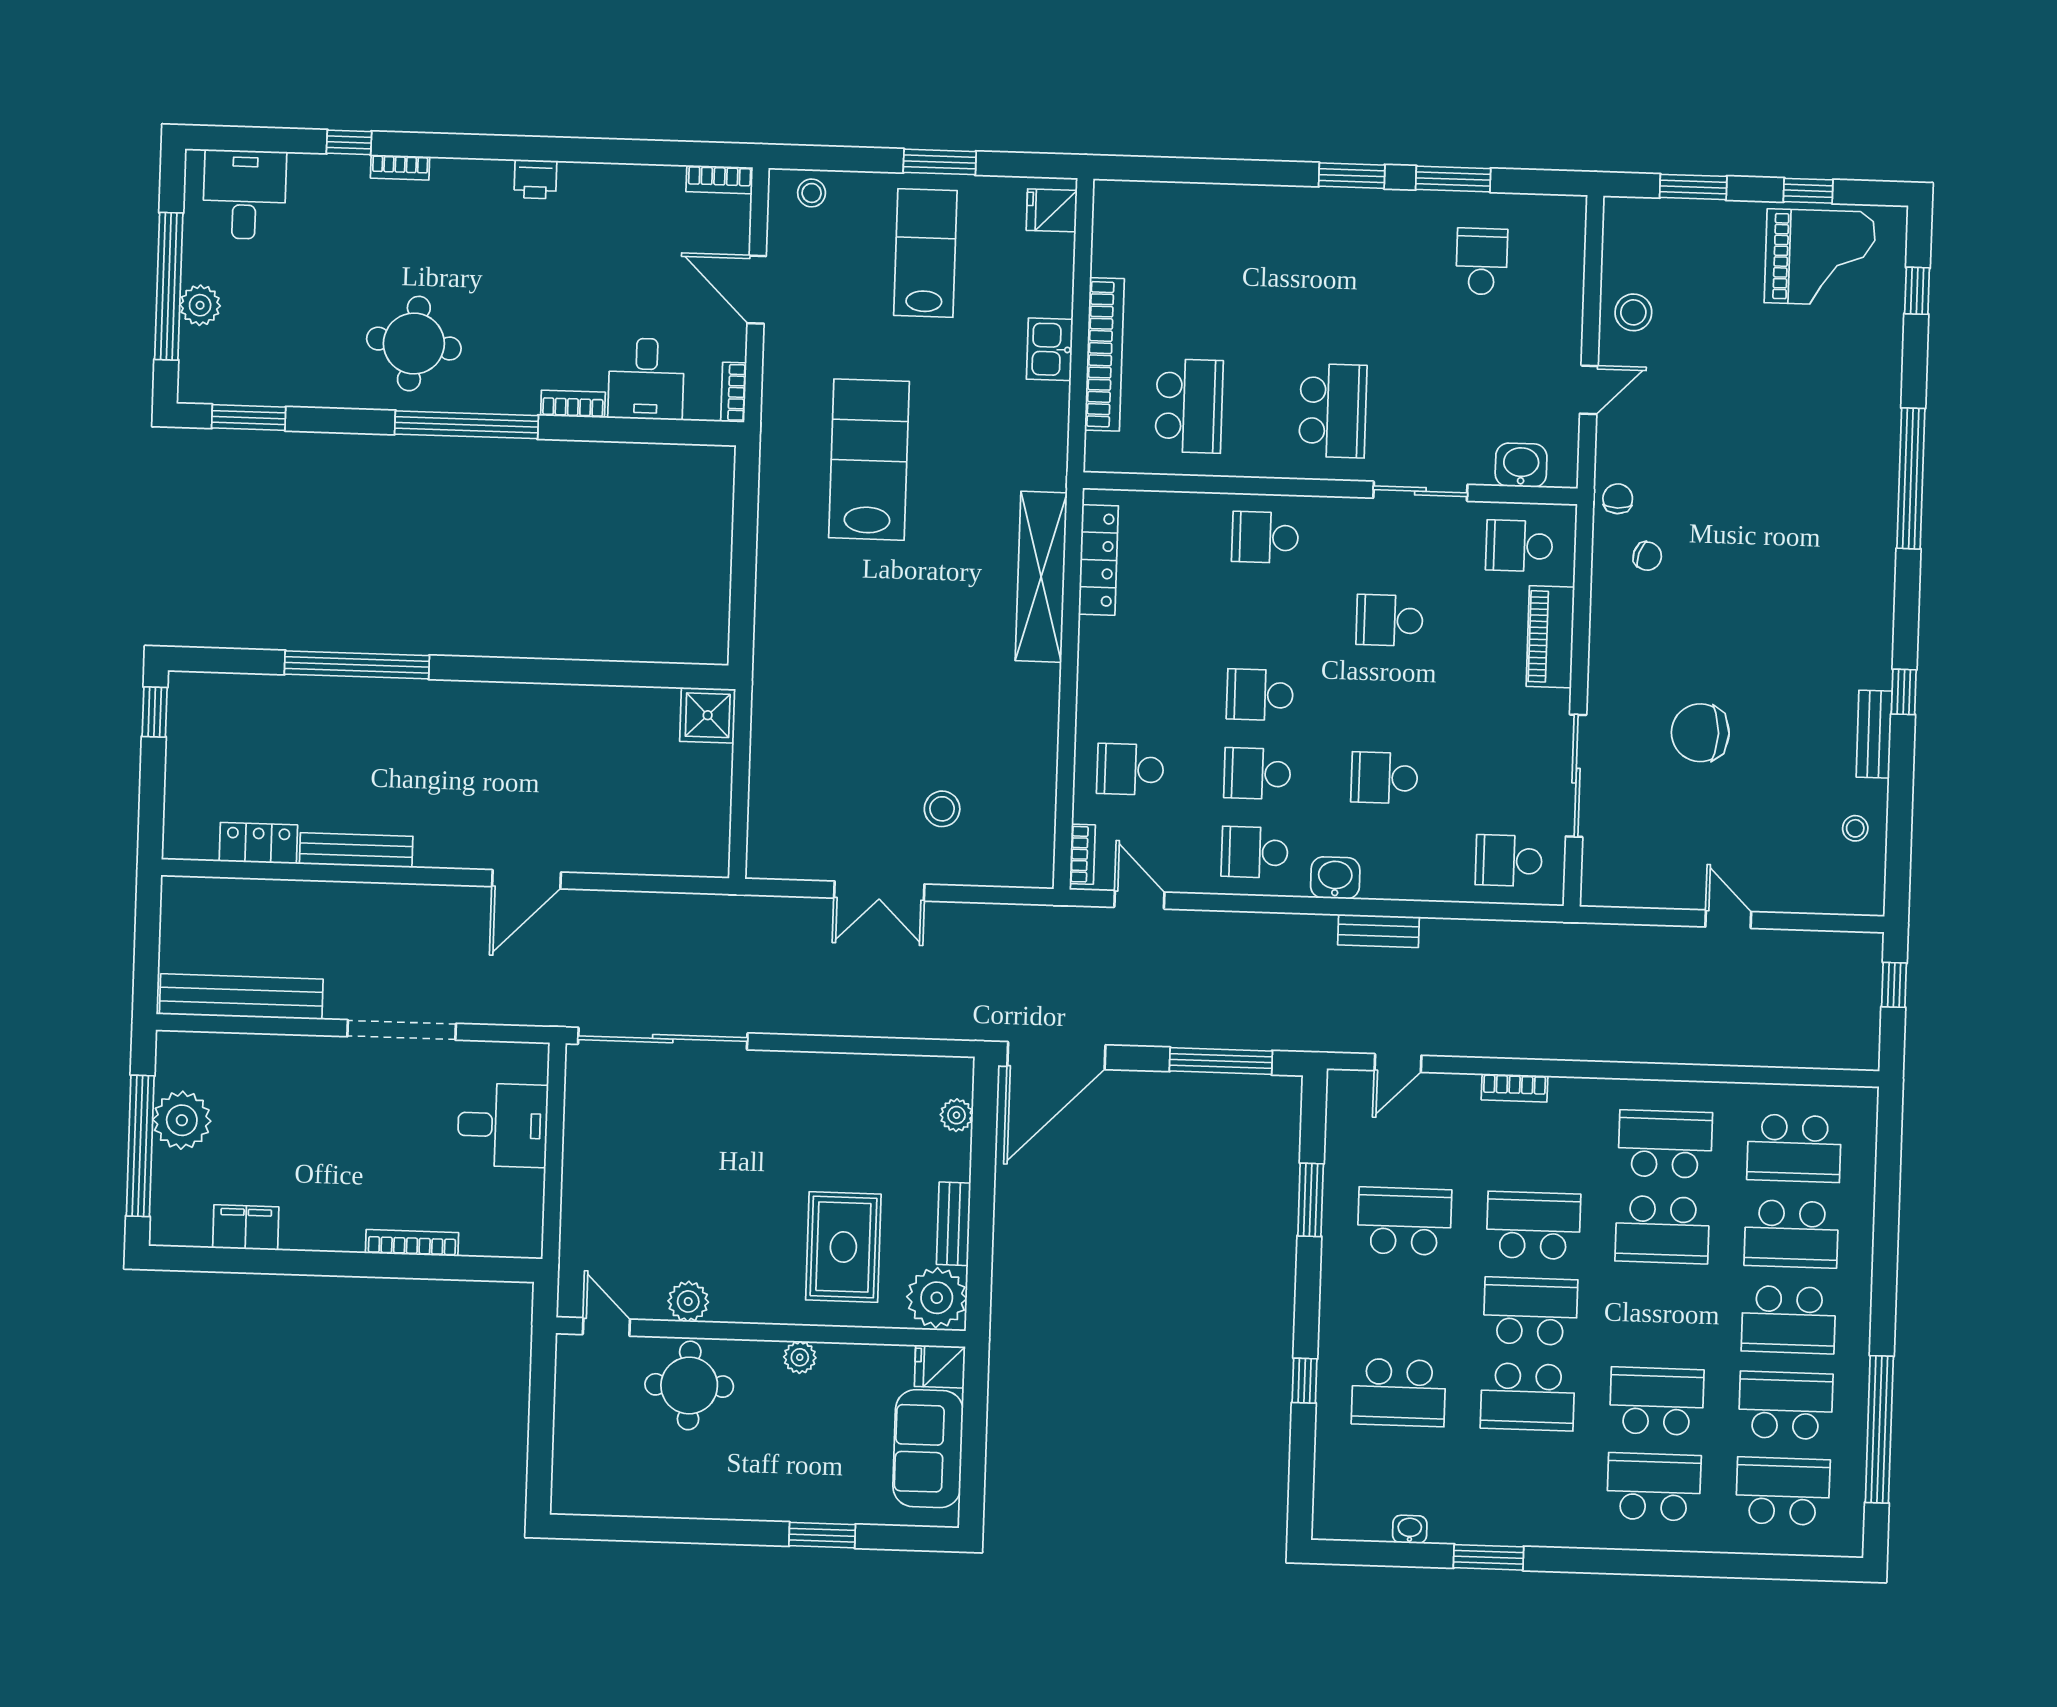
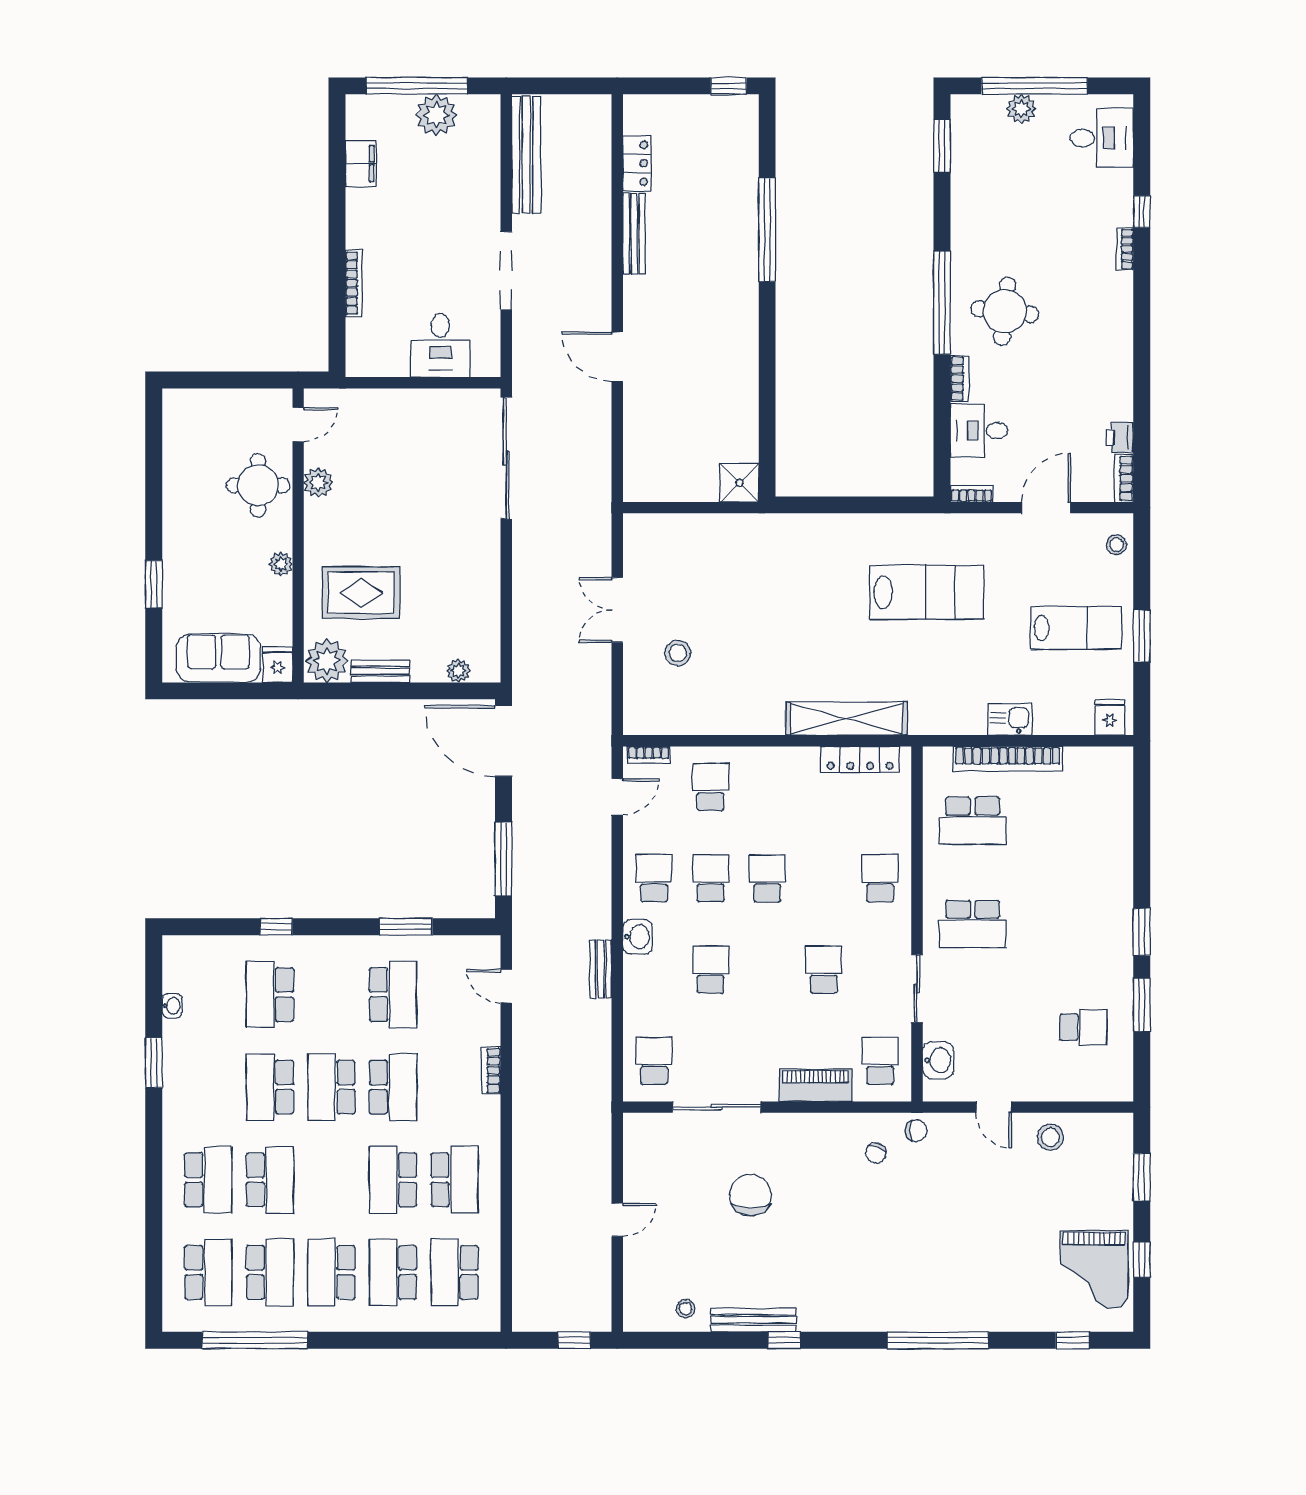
printer: (535, 179) -> (1120, 437), moved
round table: (414, 344) -> (1005, 311), moved
bench: (1874, 734) -> (754, 1320), width x1.36
school desk: (1530, 1311) -> (331, 1087), turned 180

